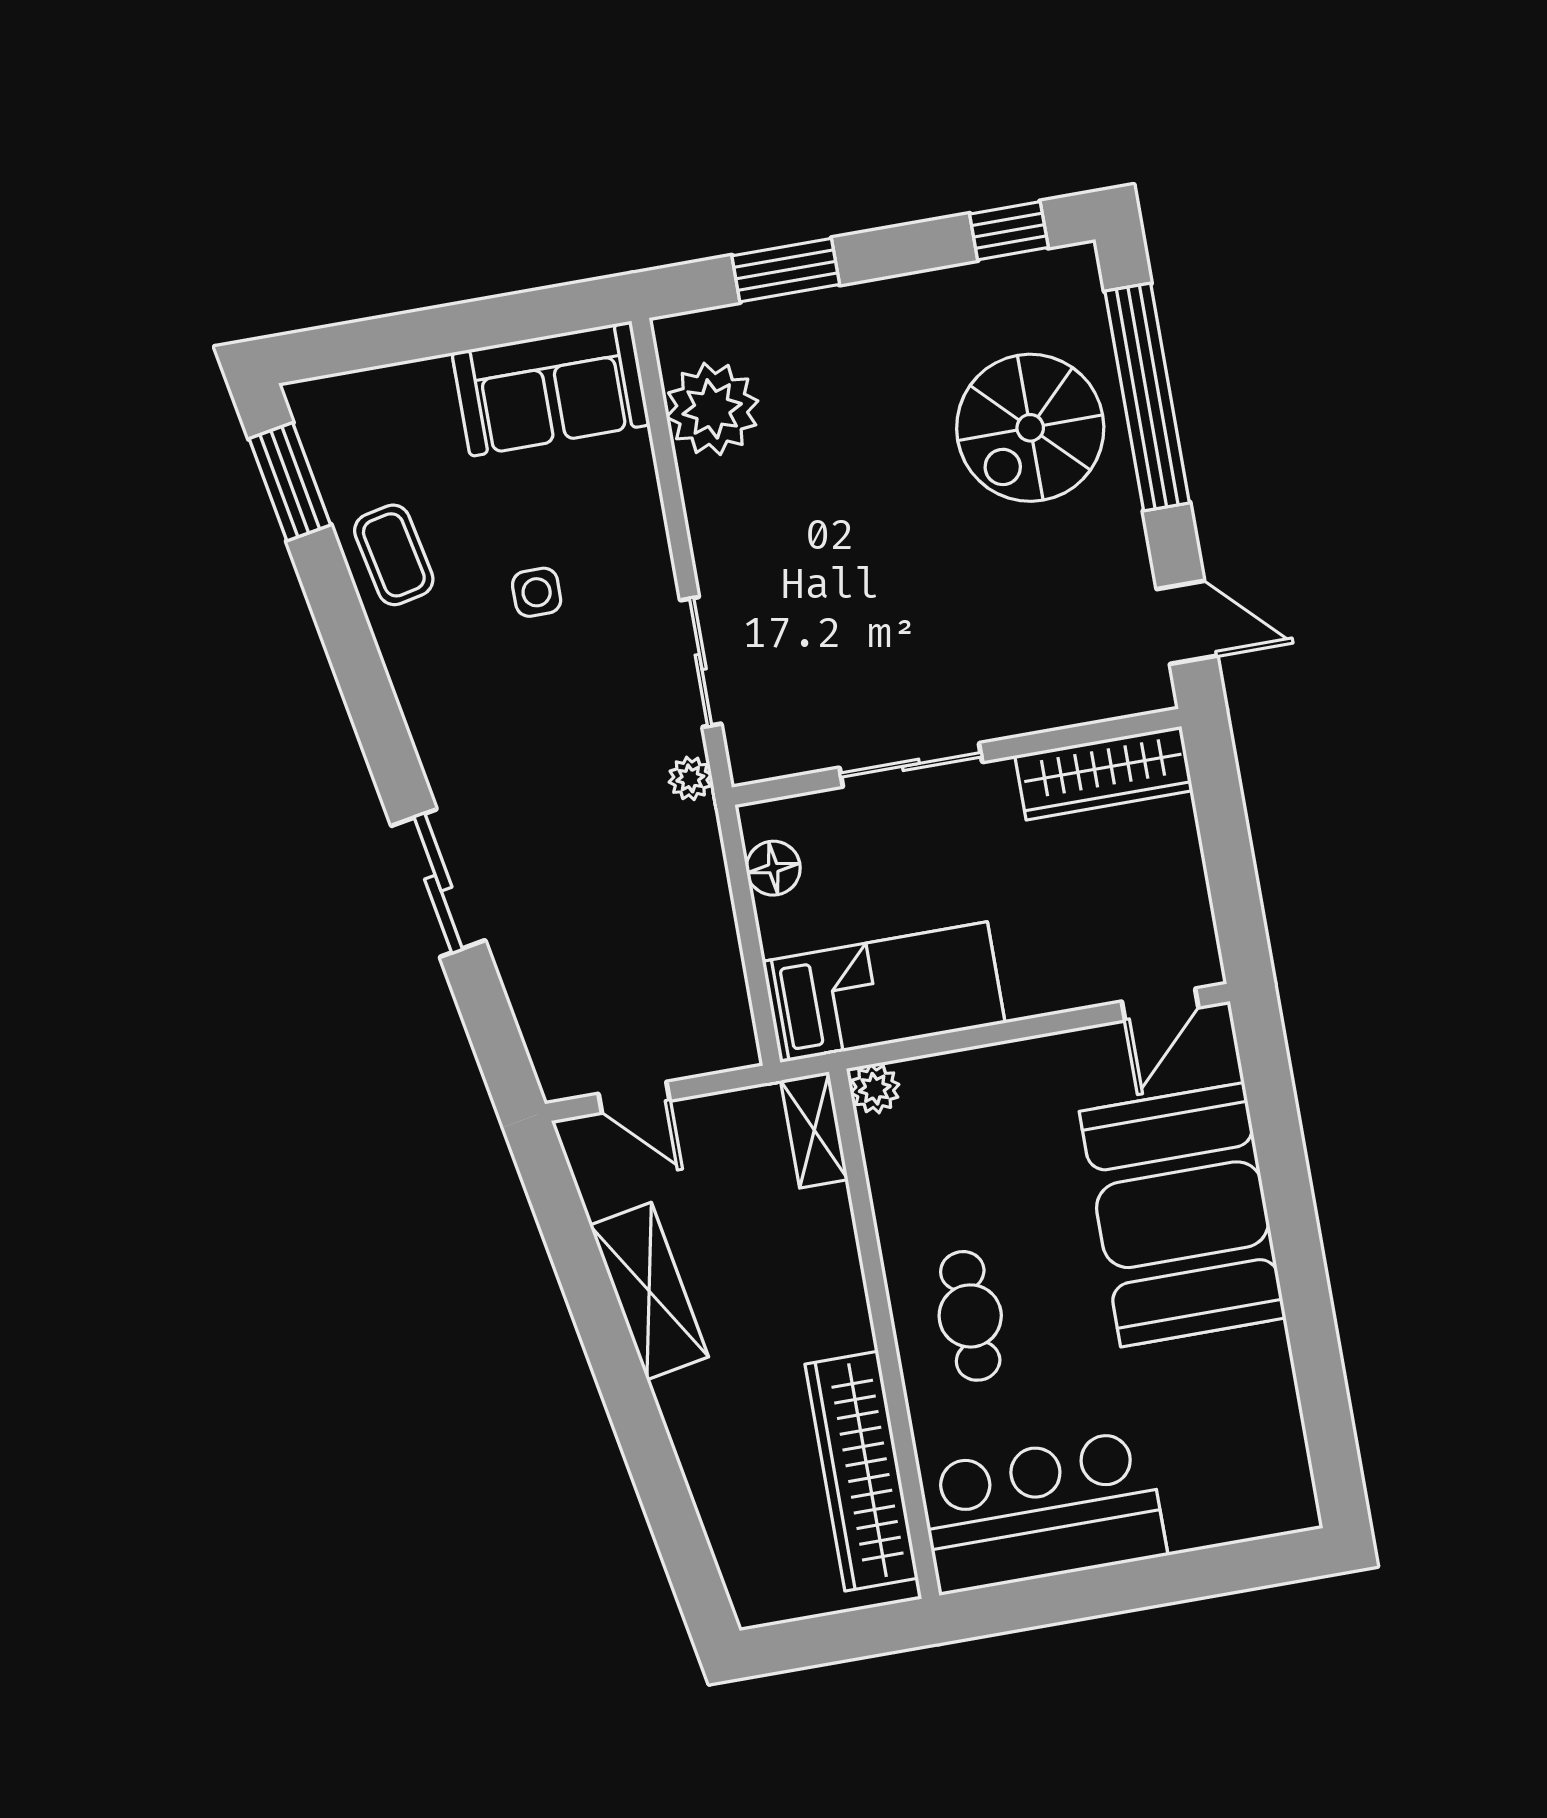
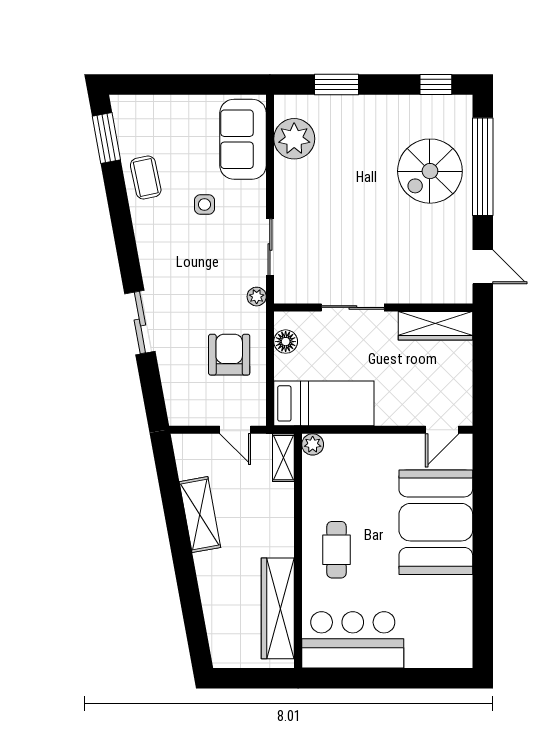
sofa: (551, 389) -> (243, 139), moved, turned 90
armchair: (652, 920) -> (229, 355), added
door: (634, 1097) -> (235, 430), moved

